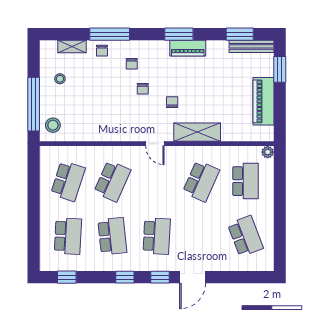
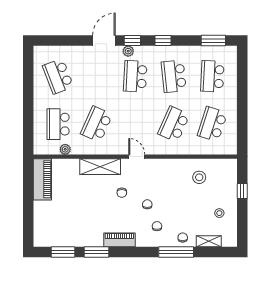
window: (179, 34) -> (97, 252), moved
bench: (251, 46) -> (53, 241), removed
piano: (188, 48) -> (119, 240), moved
window: (280, 69) -> (28, 221), removed
piano: (263, 101) -> (42, 179), moved
window: (34, 104) -> (242, 191), width x0.32
stool: (53, 125) -> (199, 177), moved
plant: (268, 152) -> (65, 149), moved
plant: (165, 265) -> (128, 51), added
window: (67, 277) -> (213, 41), width x1.50

